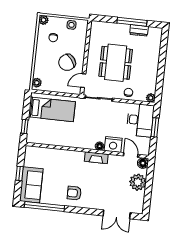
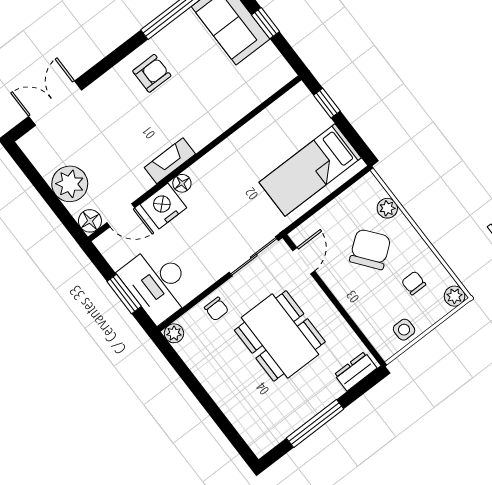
dresser: (139, 30) -> (356, 371), moved
chair: (67, 62) -> (370, 249), moved
plant: (37, 83) -> (387, 208), moved

